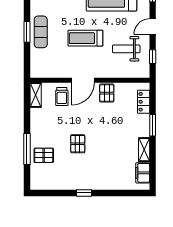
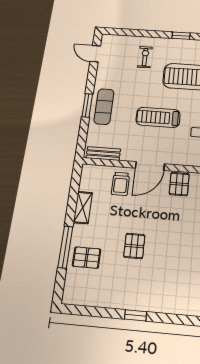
bench: (45, 73) -> (103, 154), added
shelving: (36, 95) -> (83, 208), moved

